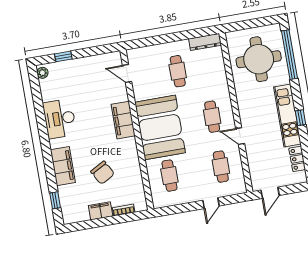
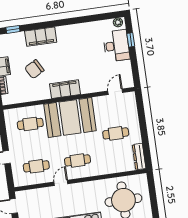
desk: (60, 119) -> (116, 46), moved, turned 90
filing cabinet: (123, 120) -> (65, 89), moved

